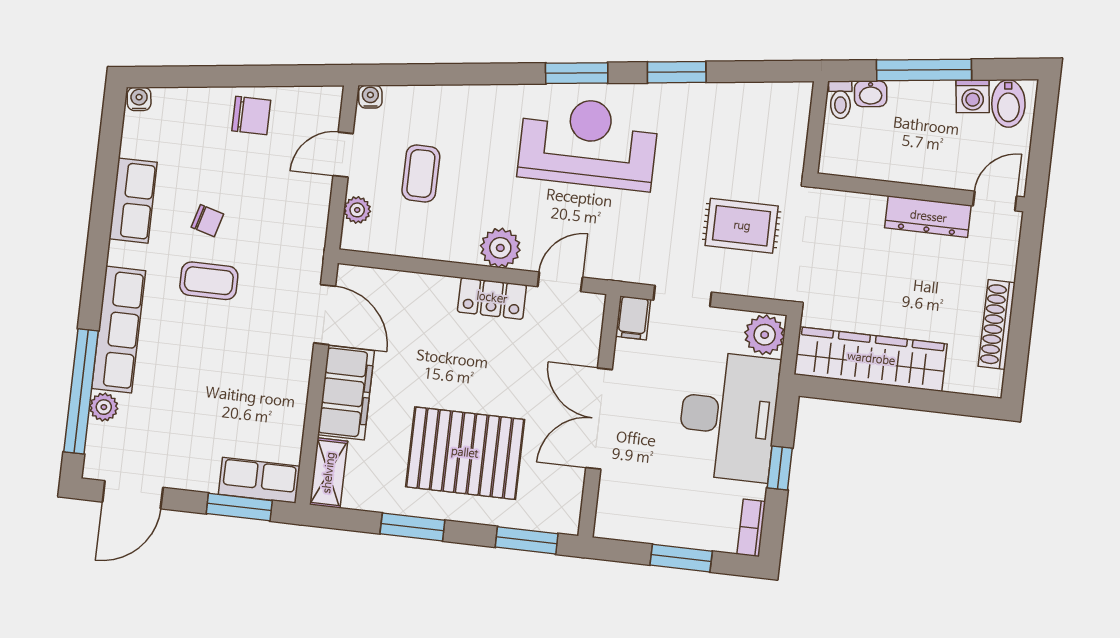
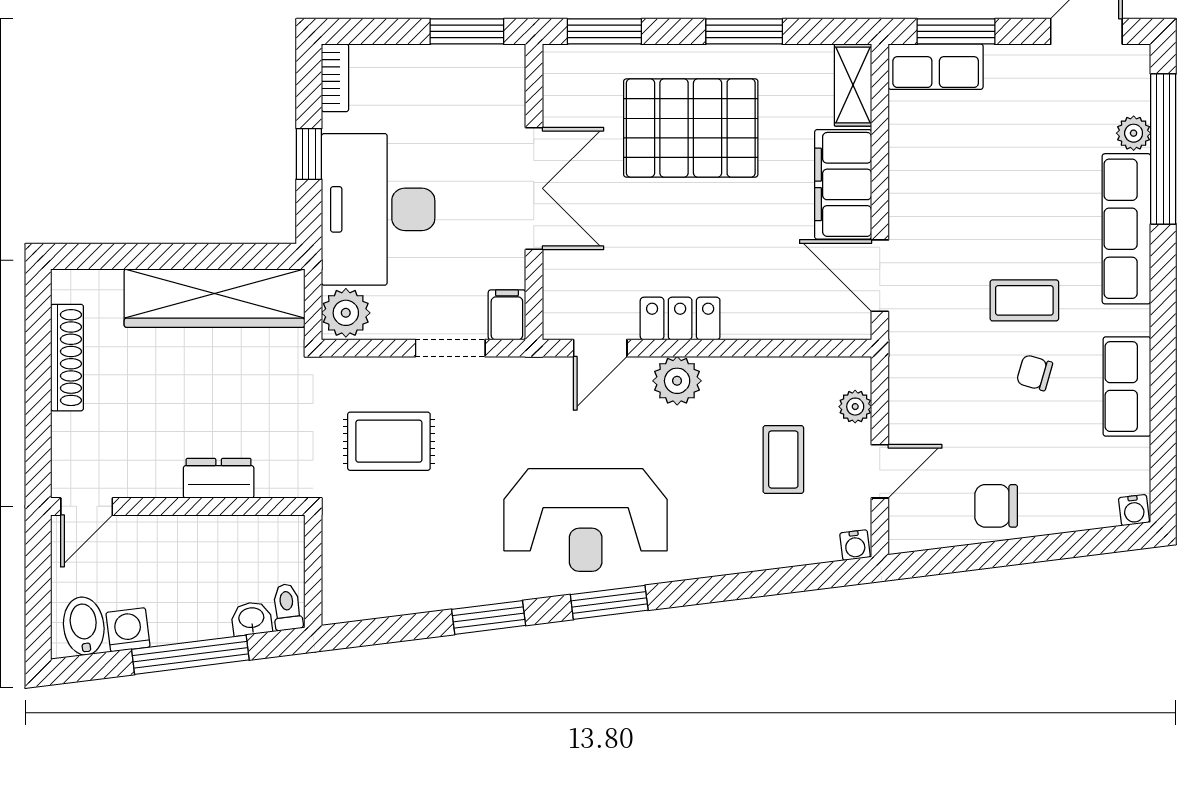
dresser: (928, 217) -> (219, 478), moved, width x0.70
window: (681, 558) -> (467, 31), moved

